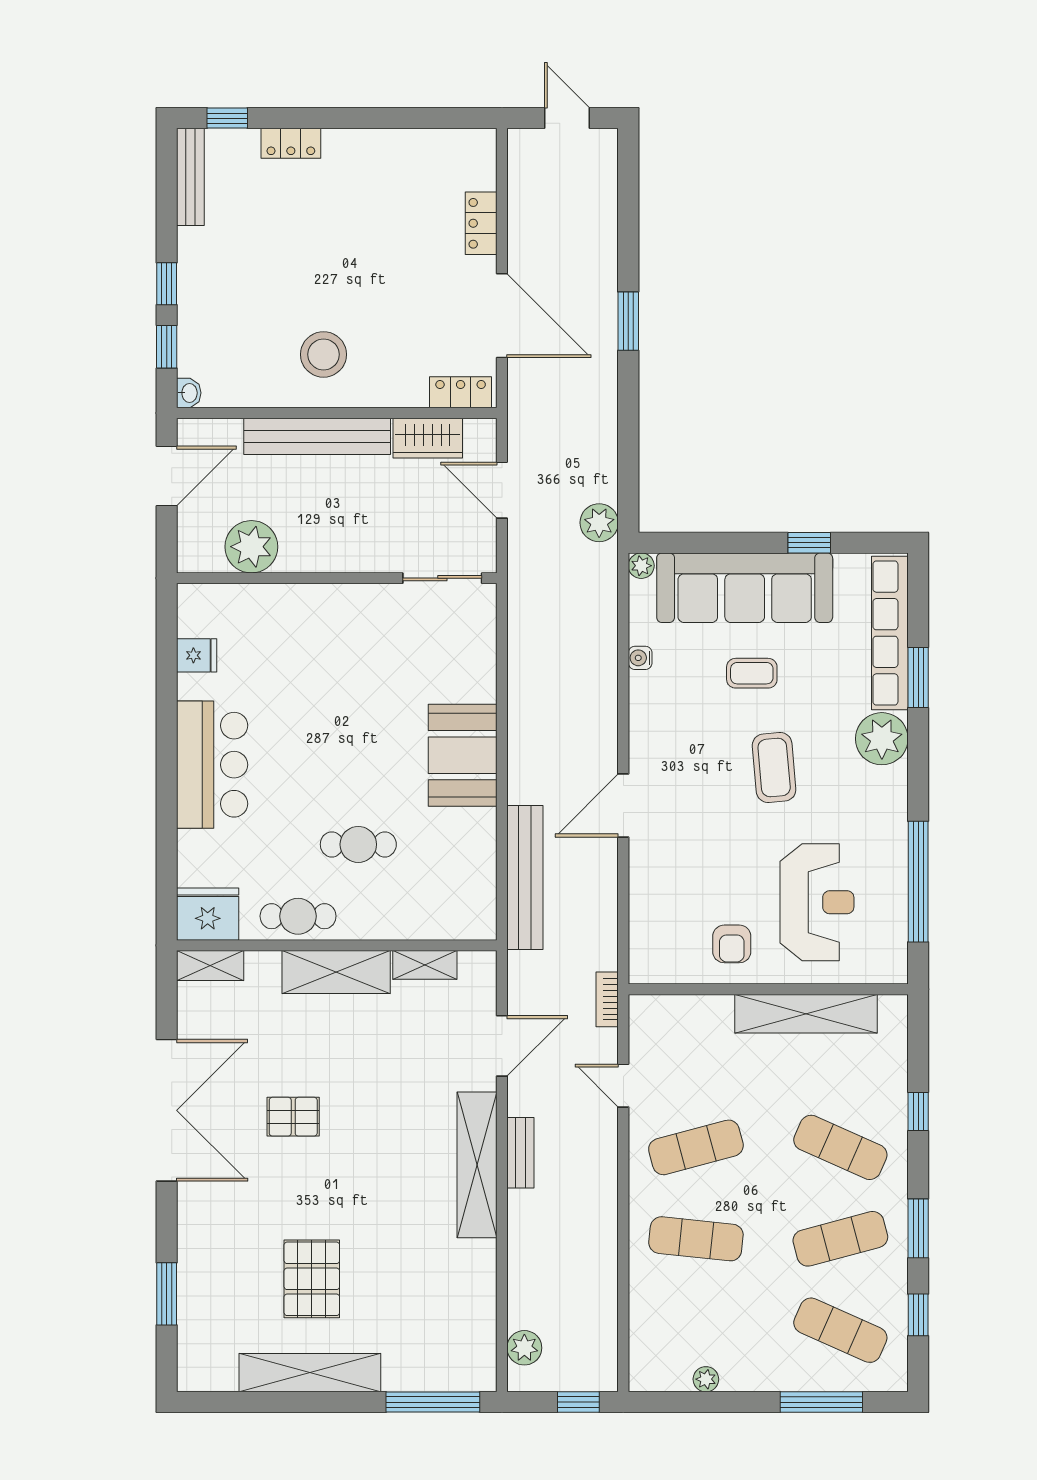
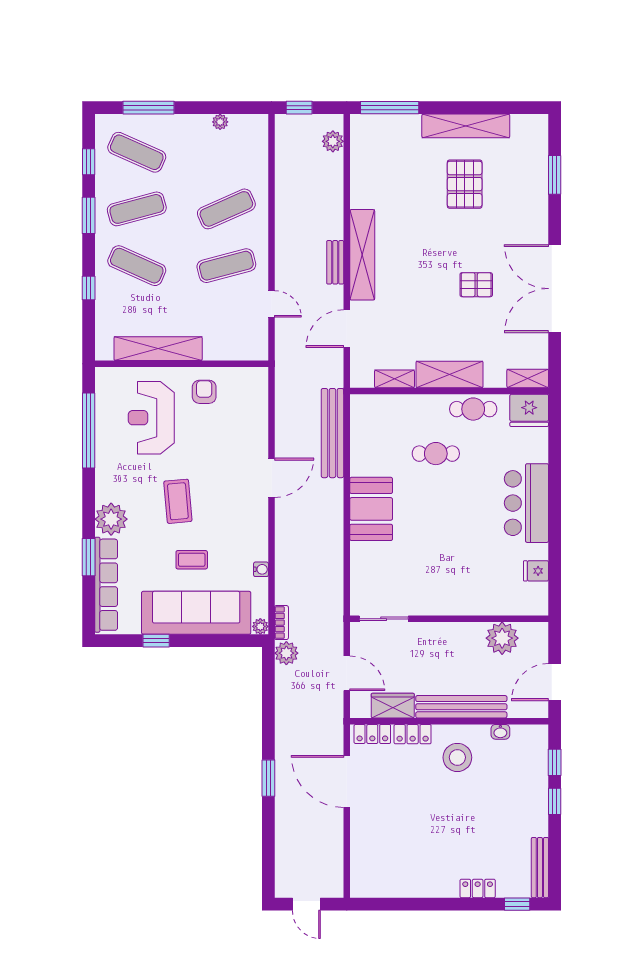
locker: (481, 223) -> (413, 734), moved, turned 90
washbasin: (189, 393) -> (500, 732), moved, turned -90
bookcase: (607, 999) -> (281, 623), moved
exercise mat: (696, 1239) -> (226, 209), turned -30

